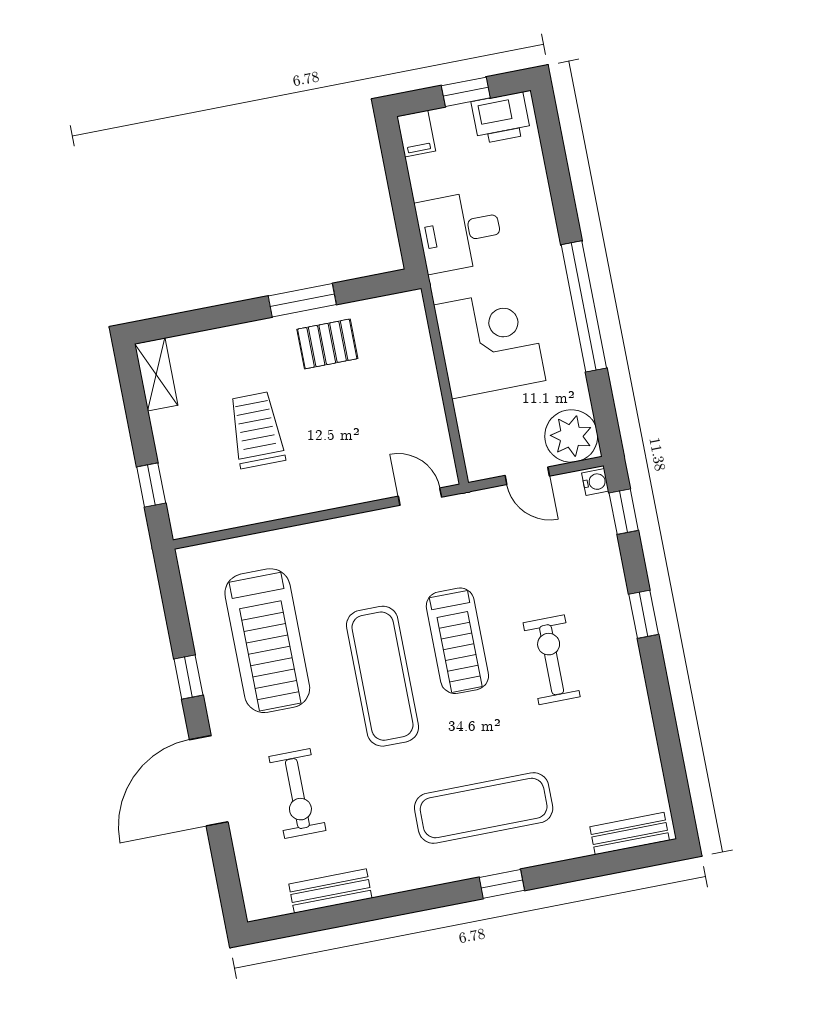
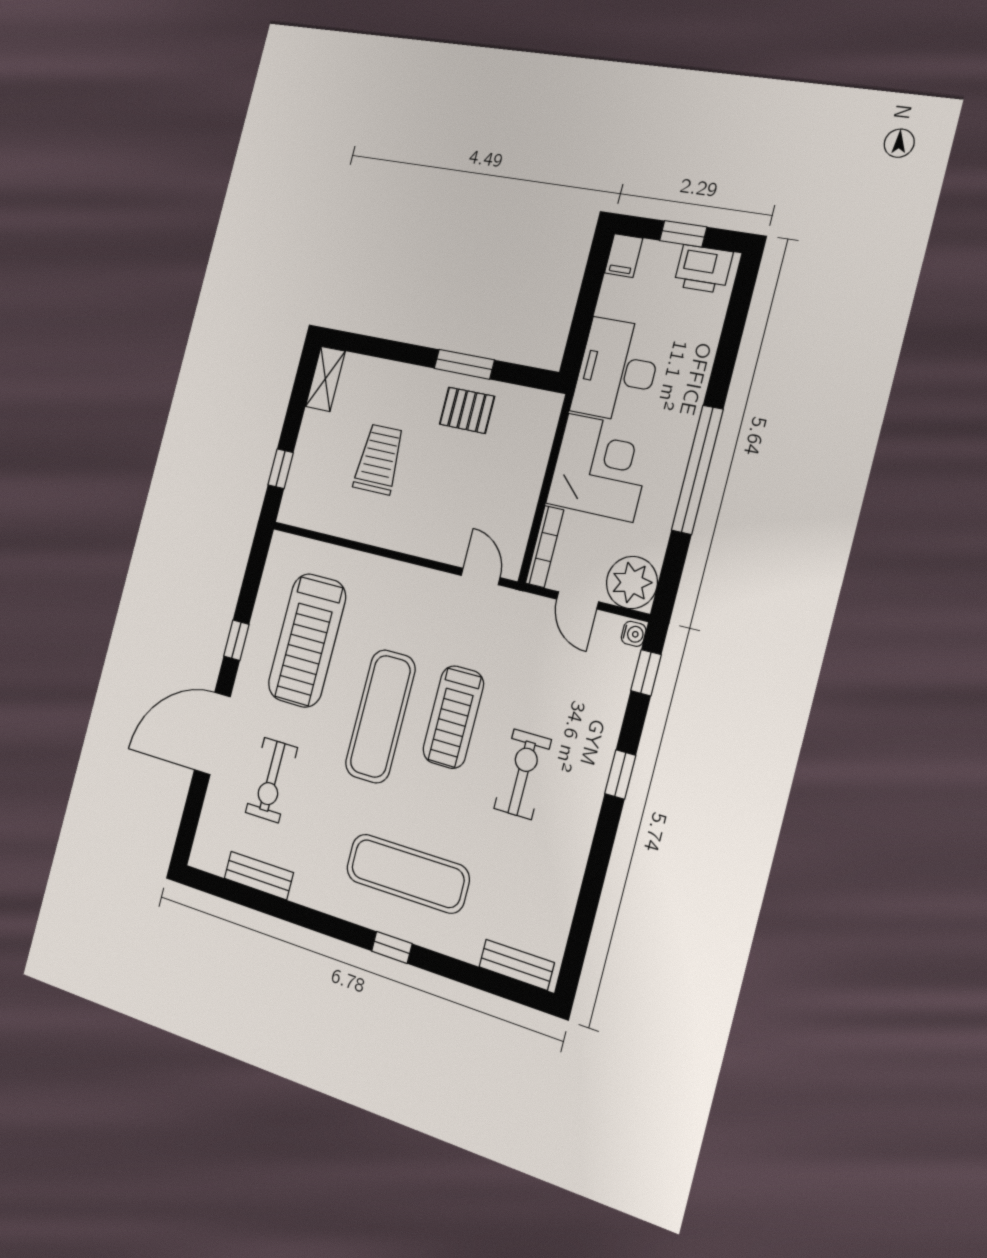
desk: (460, 232) -> (617, 370), width x1.37
bookcase: (471, 440) -> (545, 547), added

